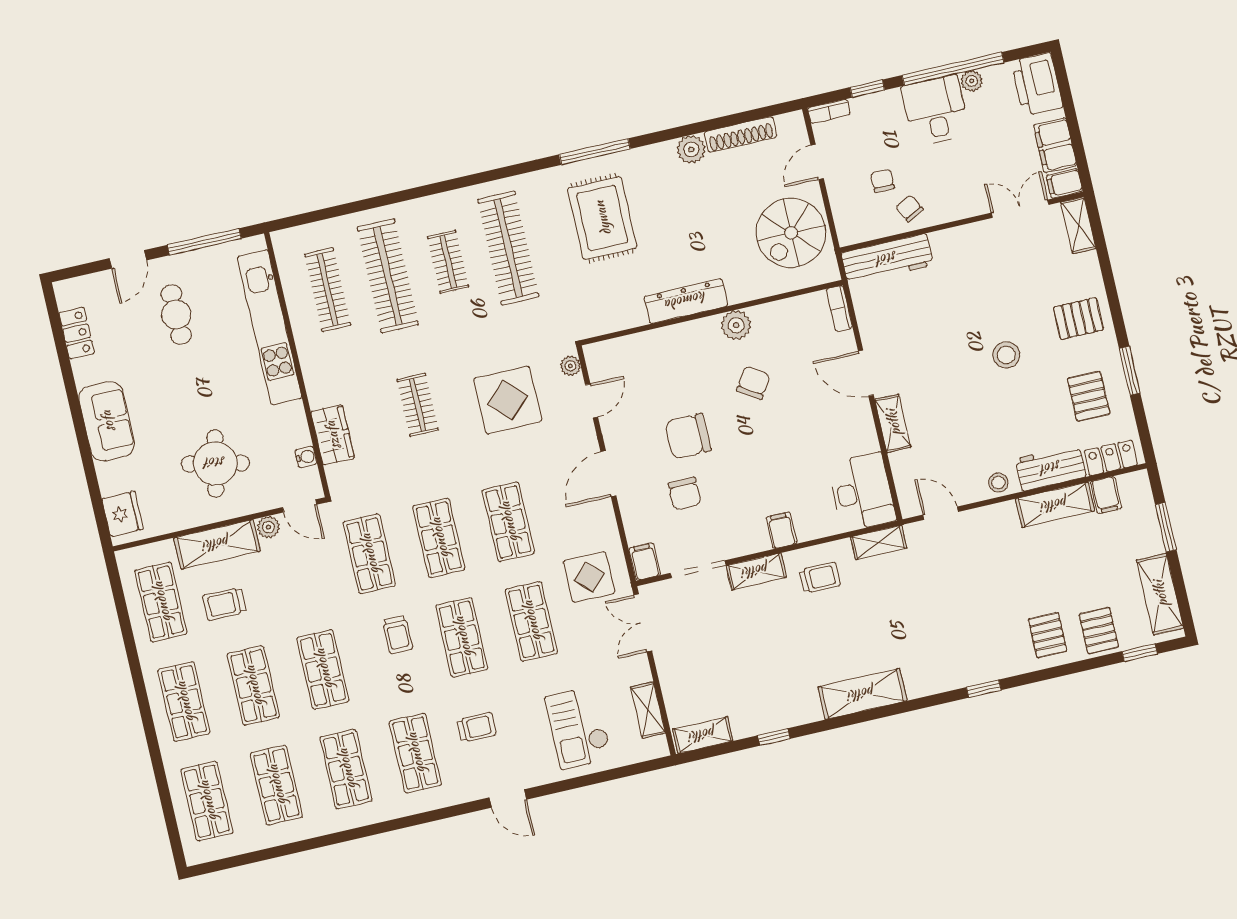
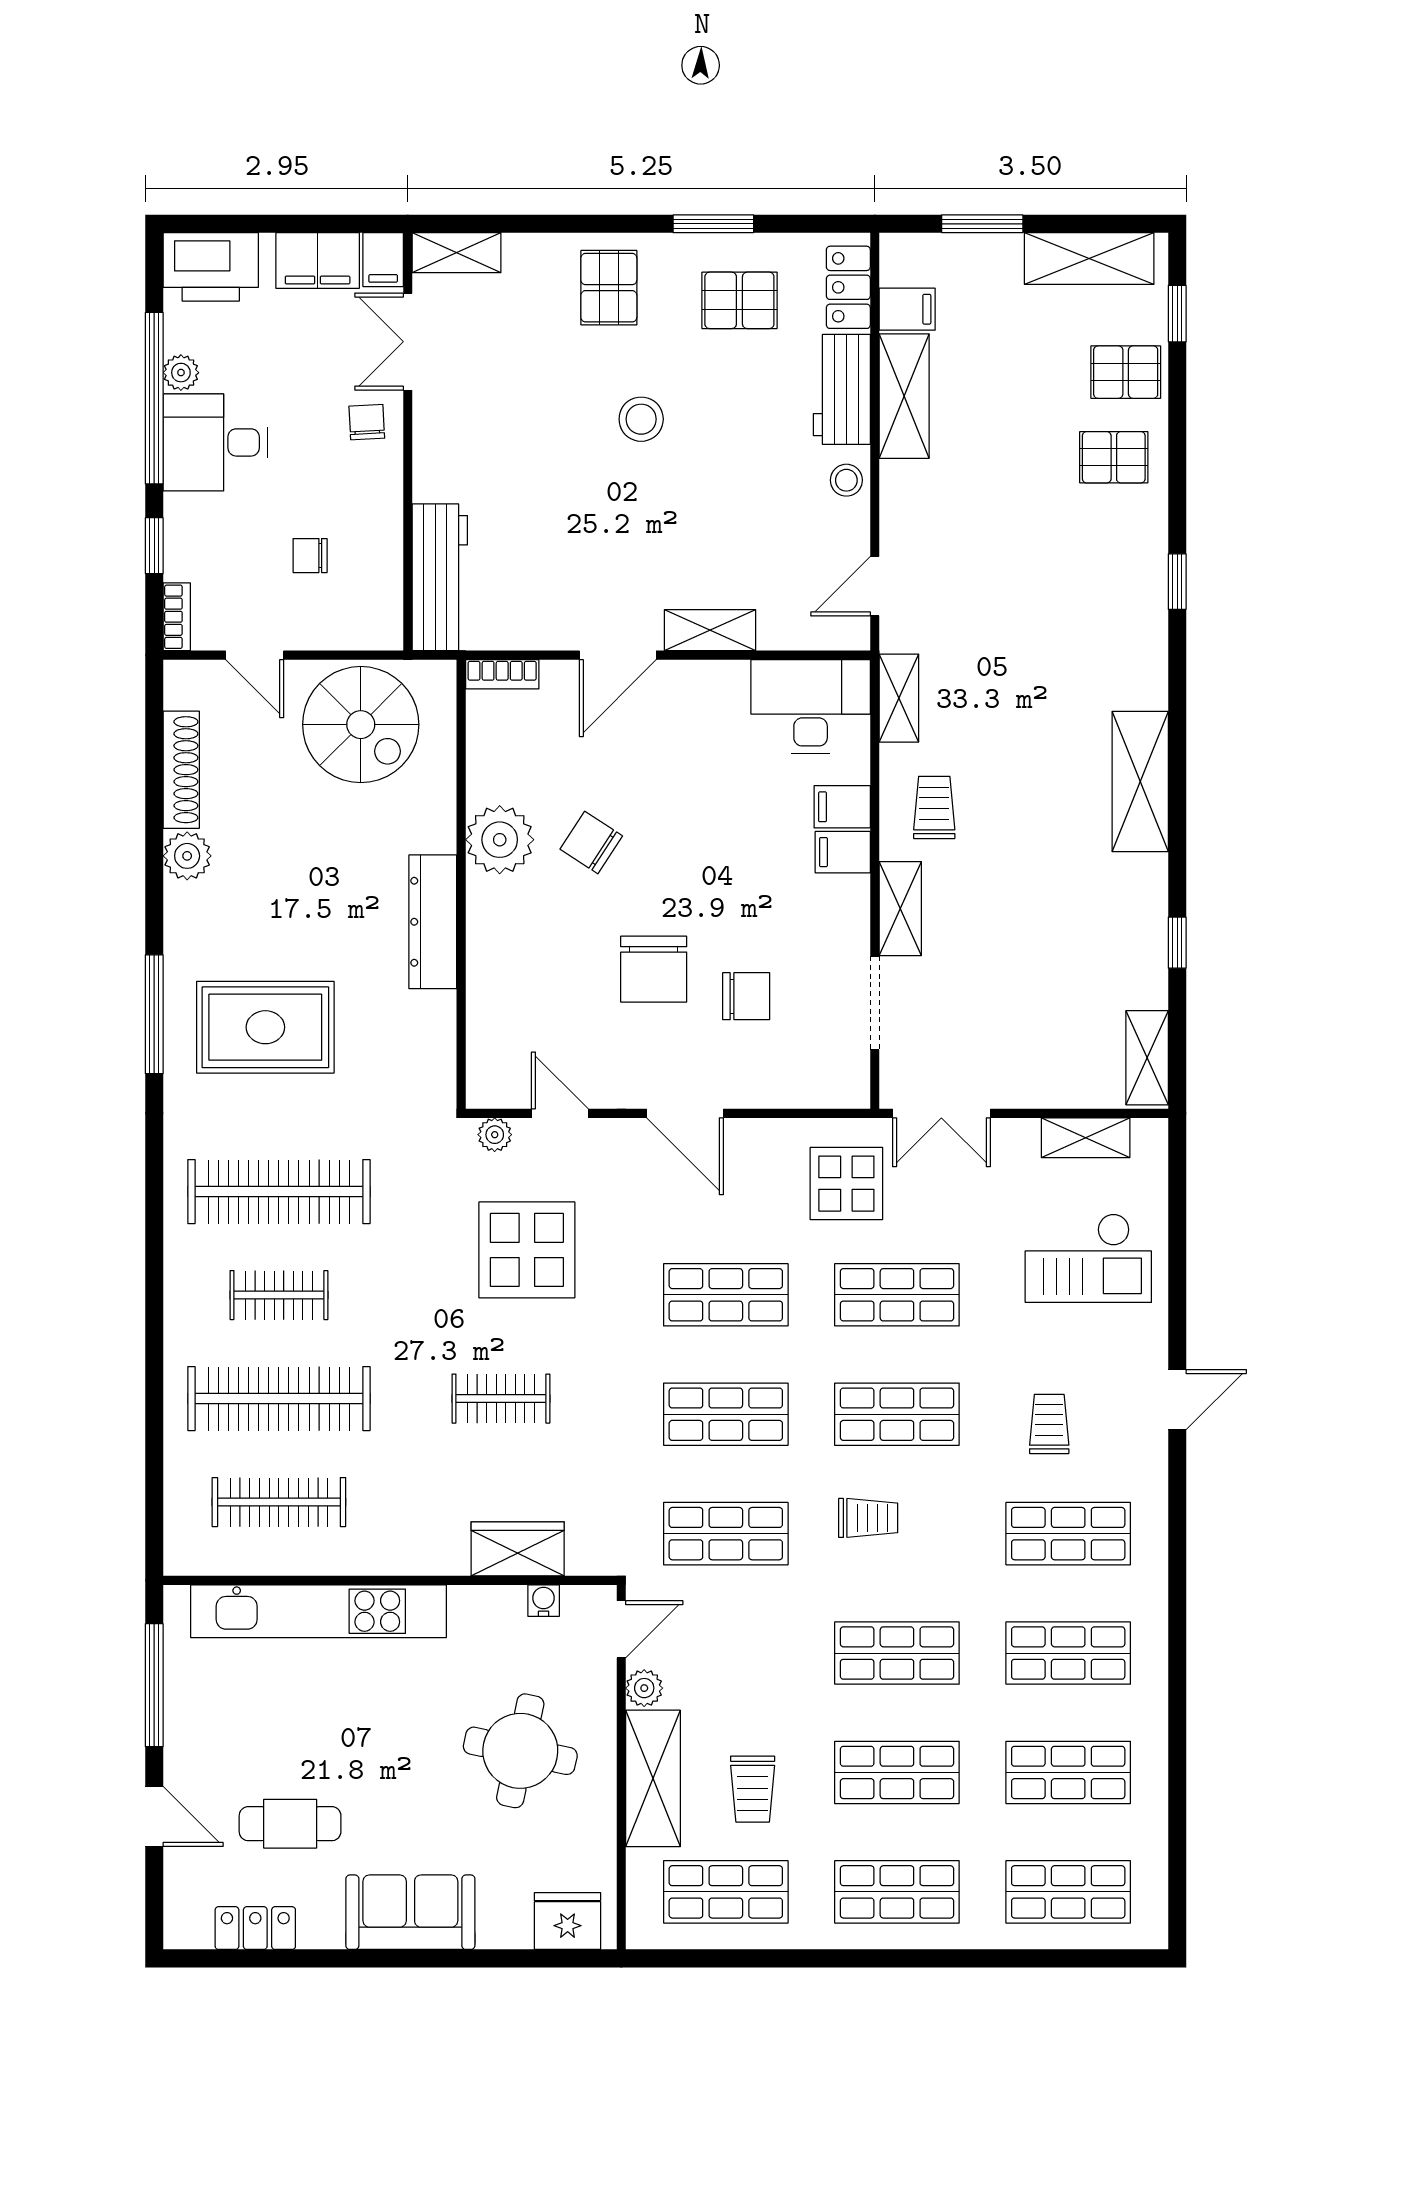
chair: (909, 208) -> (367, 422), moved, turned 115
cafe table: (176, 315) -> (290, 1824), moved
plant: (736, 325) -> (500, 840), width x1.36, depth x1.36
filing cabinet: (645, 562) -> (842, 807), moved

